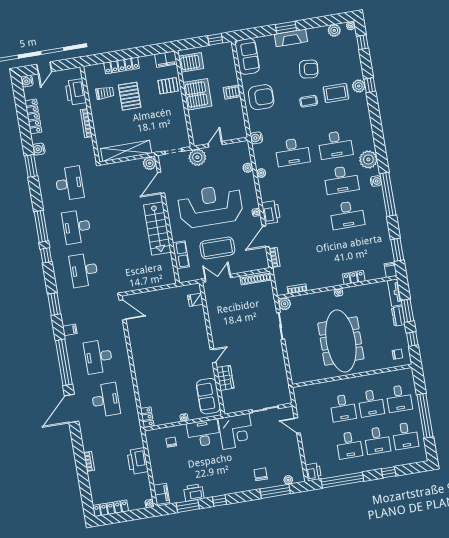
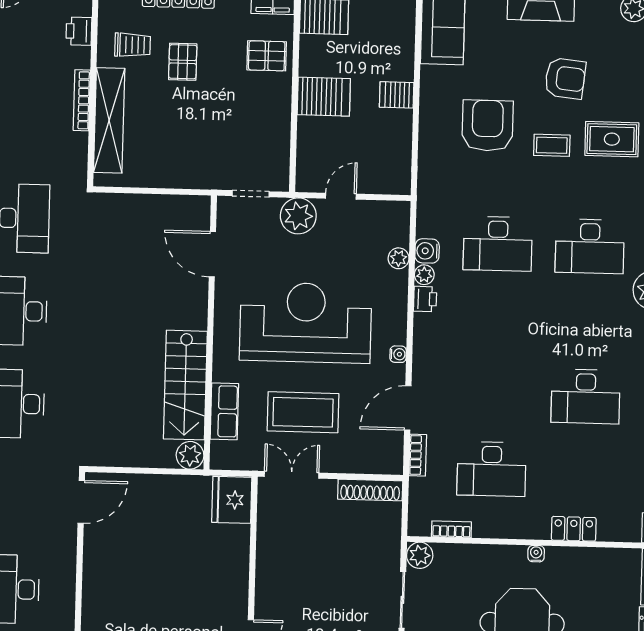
printer: (76, 92) -> (79, 31), width x0.53, depth x0.68
server rack: (197, 94) -> (324, 97), width x0.62
pallet: (130, 96) -> (183, 62), width x0.67, depth x0.71
armchair: (261, 97) -> (488, 126), moved, turned -90
water cooler: (256, 138) -> (427, 251), moved
shelving: (126, 151) -> (109, 120), moved, turned 90
plant: (150, 163) -> (190, 455), moved
desk: (341, 180) -> (491, 469), moved
door: (161, 183) -> (212, 254), hinge flipped
printer: (271, 212) -> (425, 299), moved, width x0.53, depth x0.68
stairs: (157, 229) -> (185, 385), moved
fridge: (195, 300) -> (232, 500), width x1.88, depth x1.34
door: (123, 310) -> (81, 502), hinge flipped

